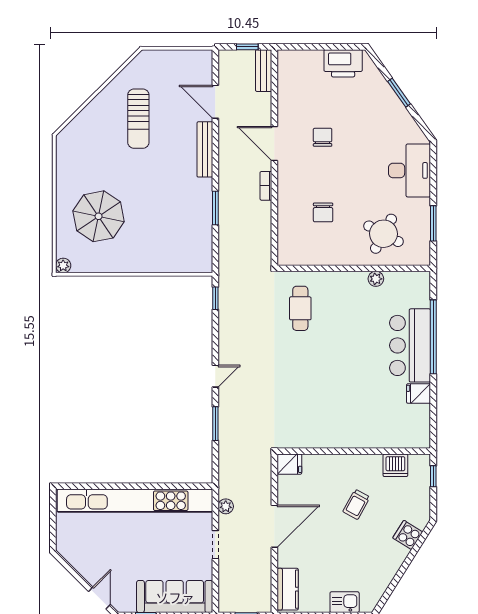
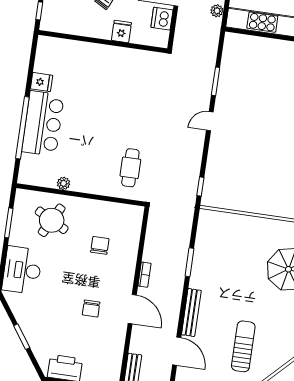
fridge: (289, 464) -> (121, 31), moved, turned 90
dishwasher: (395, 465) -> (162, 19), moved, turned -90

